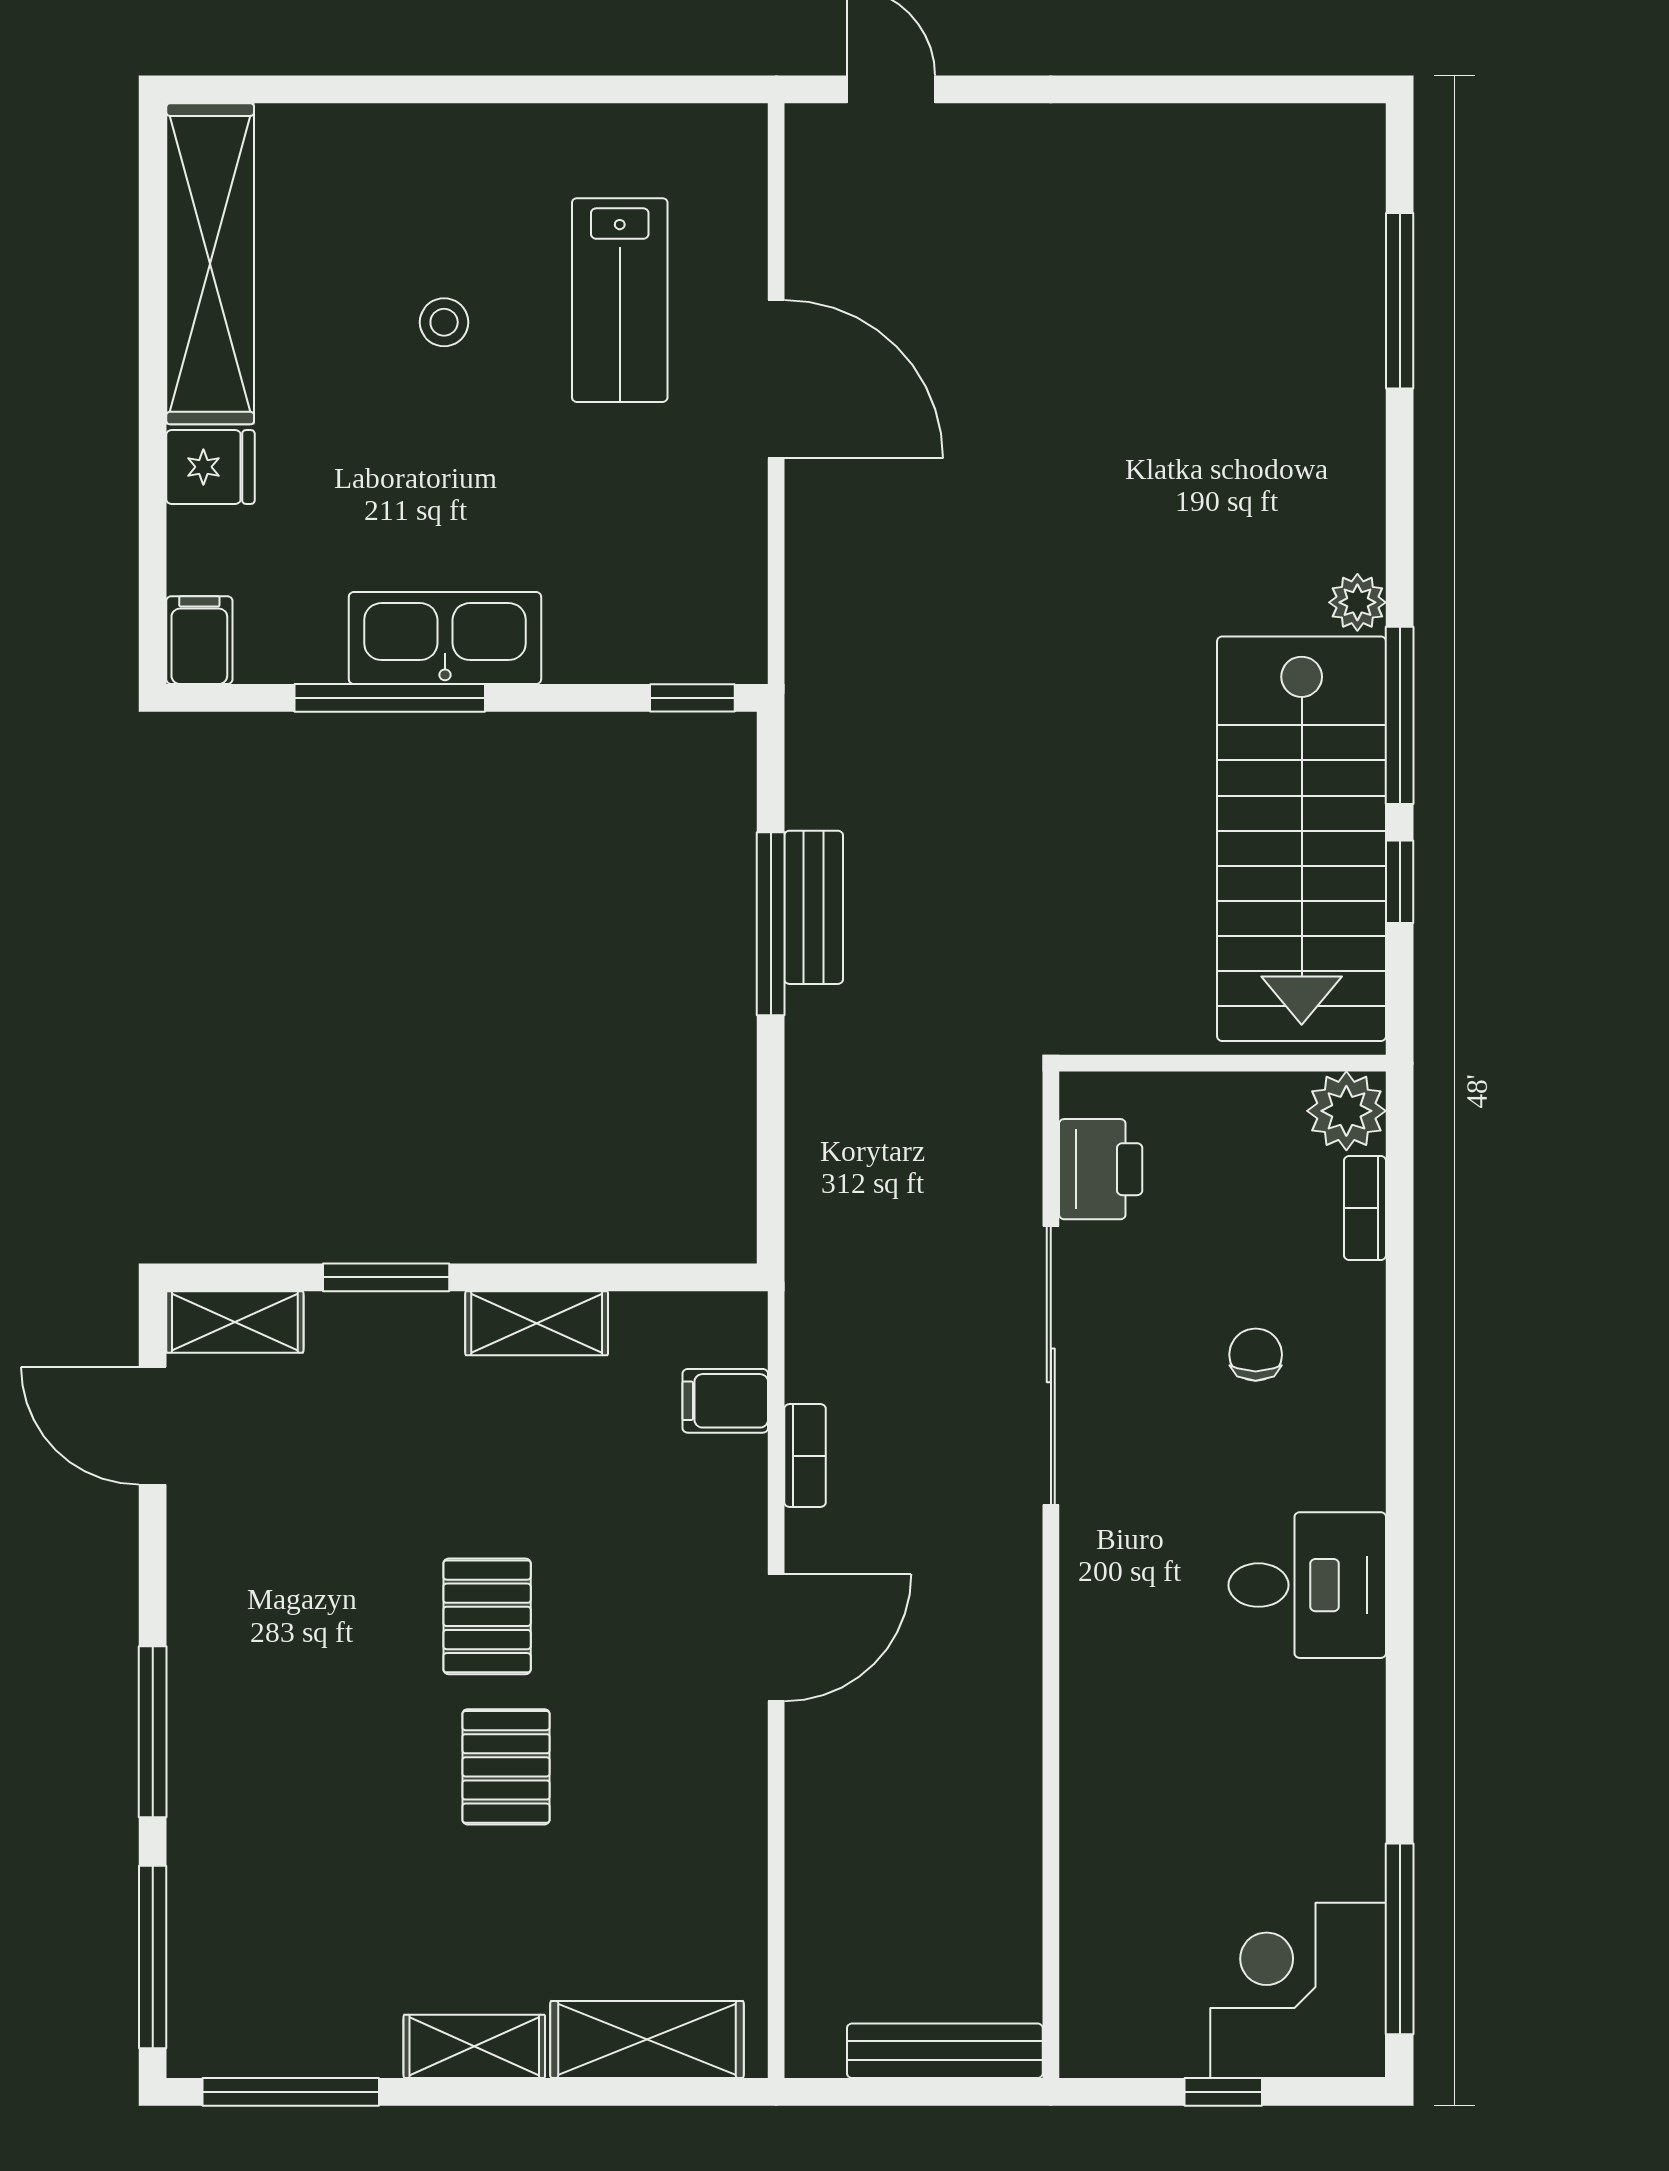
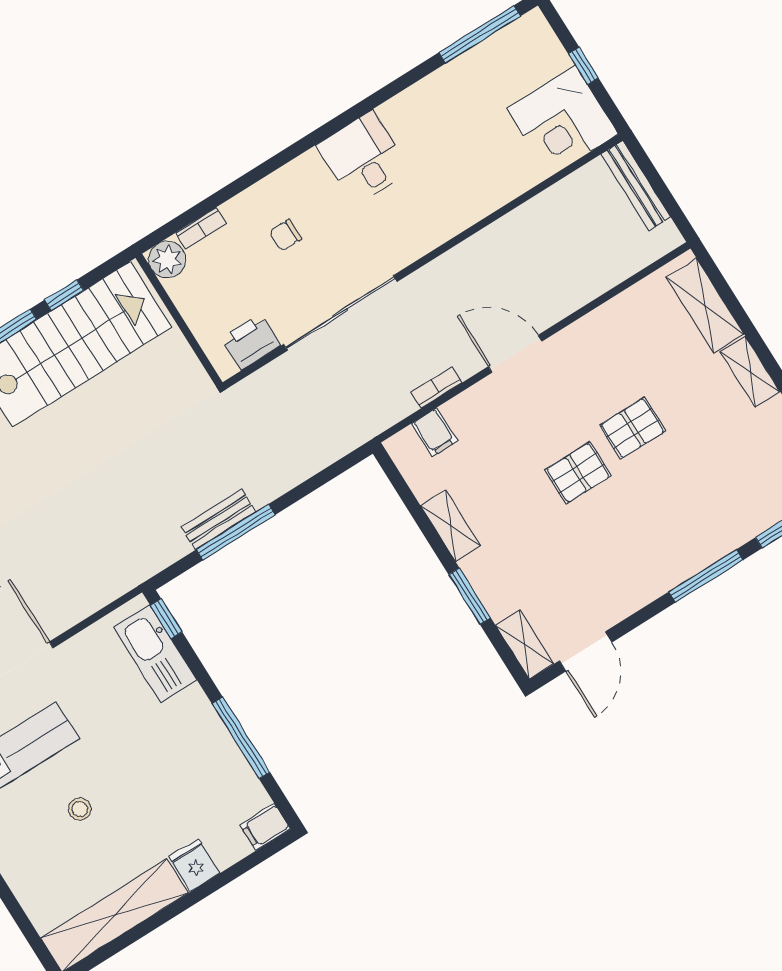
kitchen sink: (445, 638) -> (155, 654), moved
corner desk: (1298, 1990) -> (562, 121), moved

